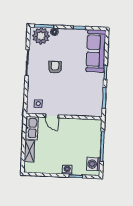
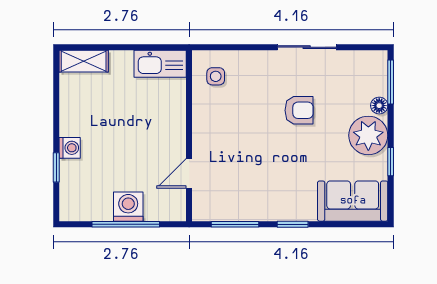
plant: (41, 36) -> (368, 135), moved
sofa: (96, 51) -> (353, 201), width x0.73
door: (52, 116) -> (189, 173), moved
shelving: (29, 151) -> (84, 61), moved
washing machine: (94, 164) -> (128, 207), moved

